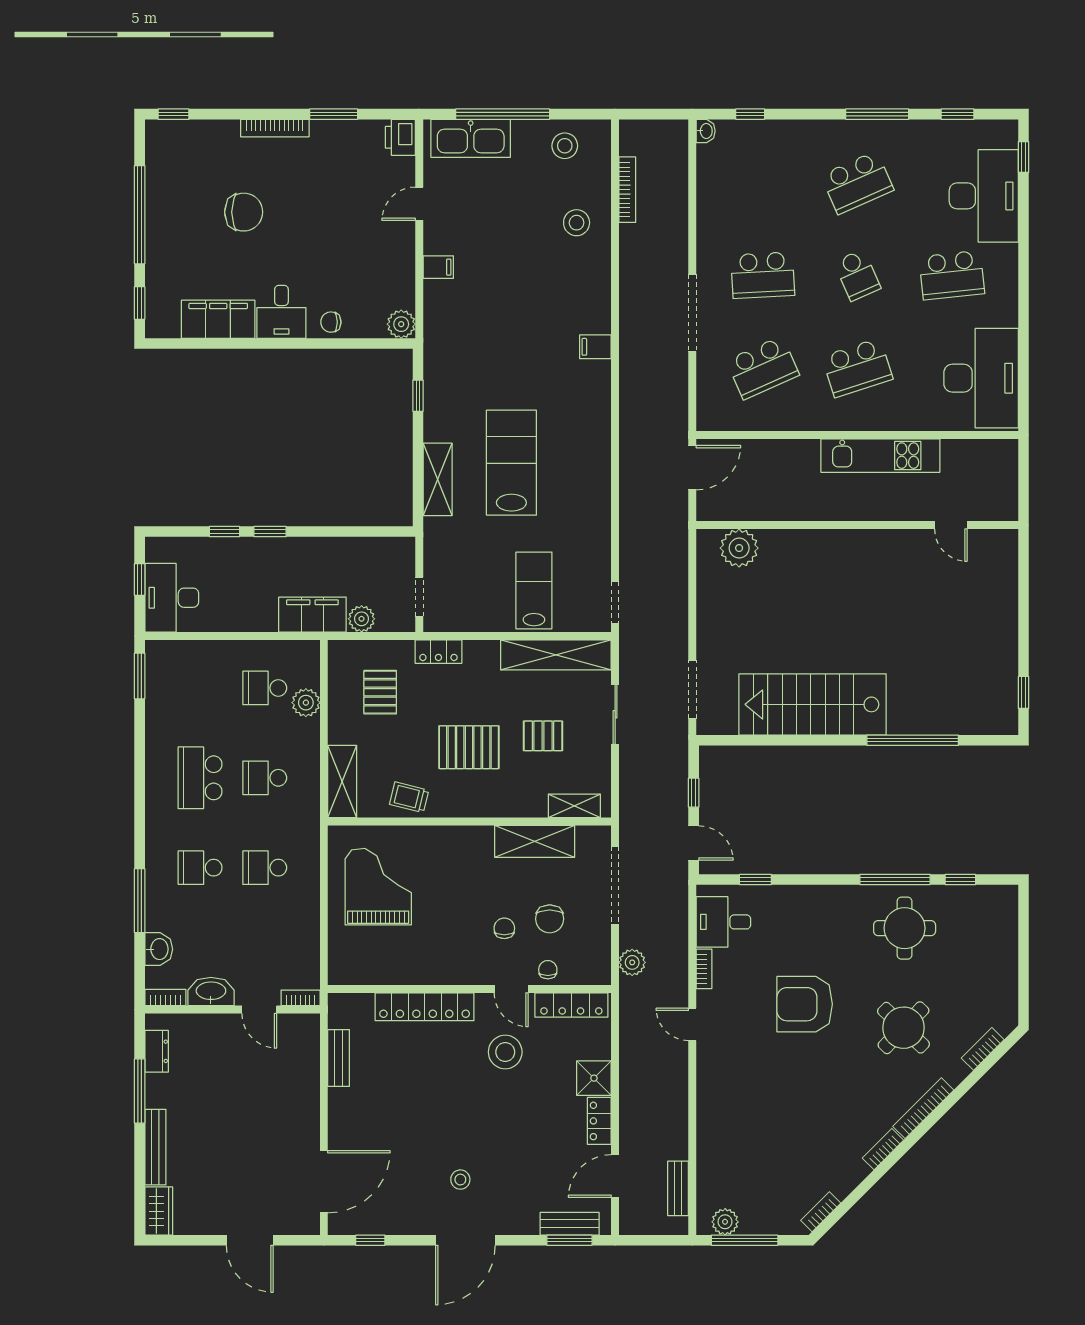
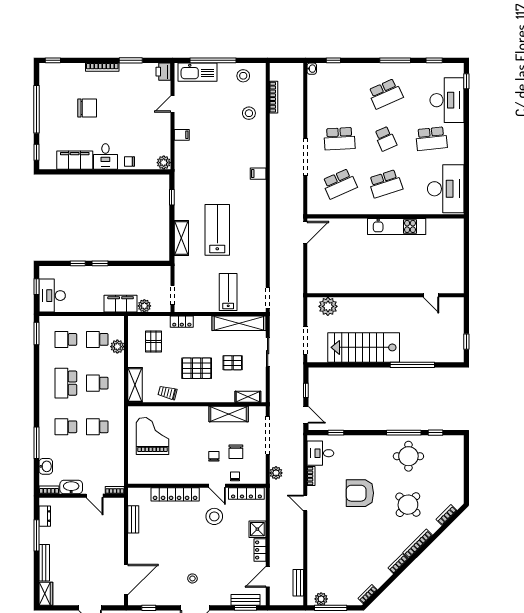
wall: (857, 525) -> (385, 295), moved
door: (951, 525) -> (431, 295), moved
plant: (739, 548) -> (328, 306), moved
school desk: (200, 688) -> (66, 339), added

